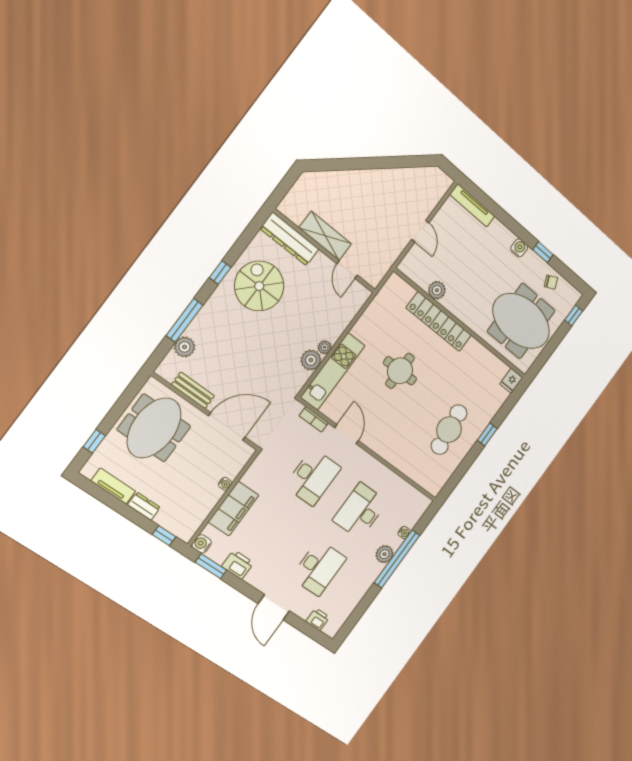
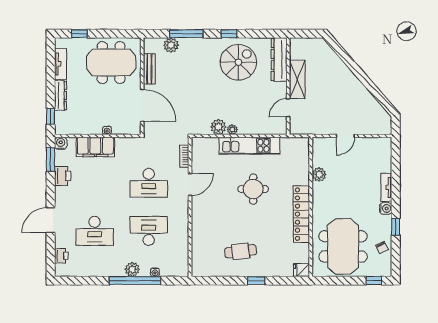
tv unit: (472, 205) -> (386, 187), moved, width x0.71
locker: (439, 322) -> (301, 214), moved
kitchen unit: (333, 371) -> (249, 146), moved
cafe table: (449, 430) -> (241, 251), width x0.73, depth x0.74
dresser: (144, 506) -> (60, 95), width x1.44

